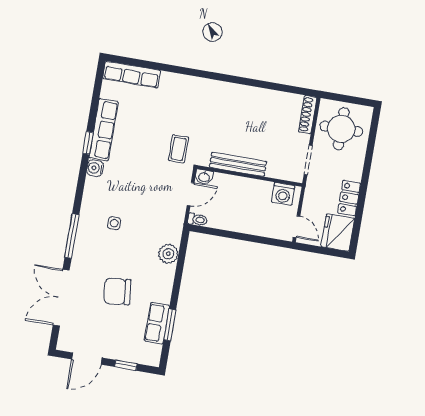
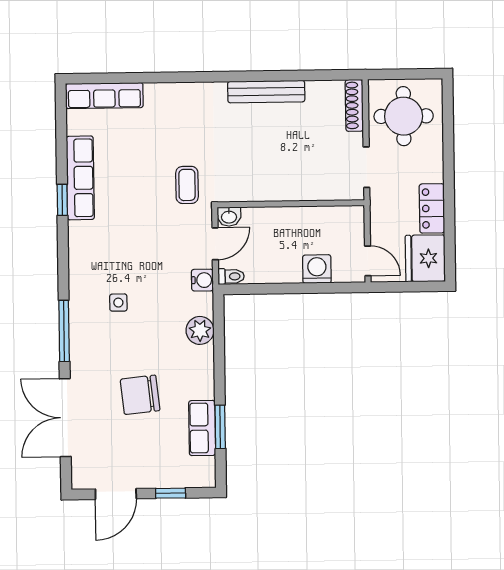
bench: (238, 164) -> (266, 92), moved
water cooler: (95, 168) -> (202, 280), moved, turned 180
washing machine: (283, 194) -> (317, 269), moved, turned 180

